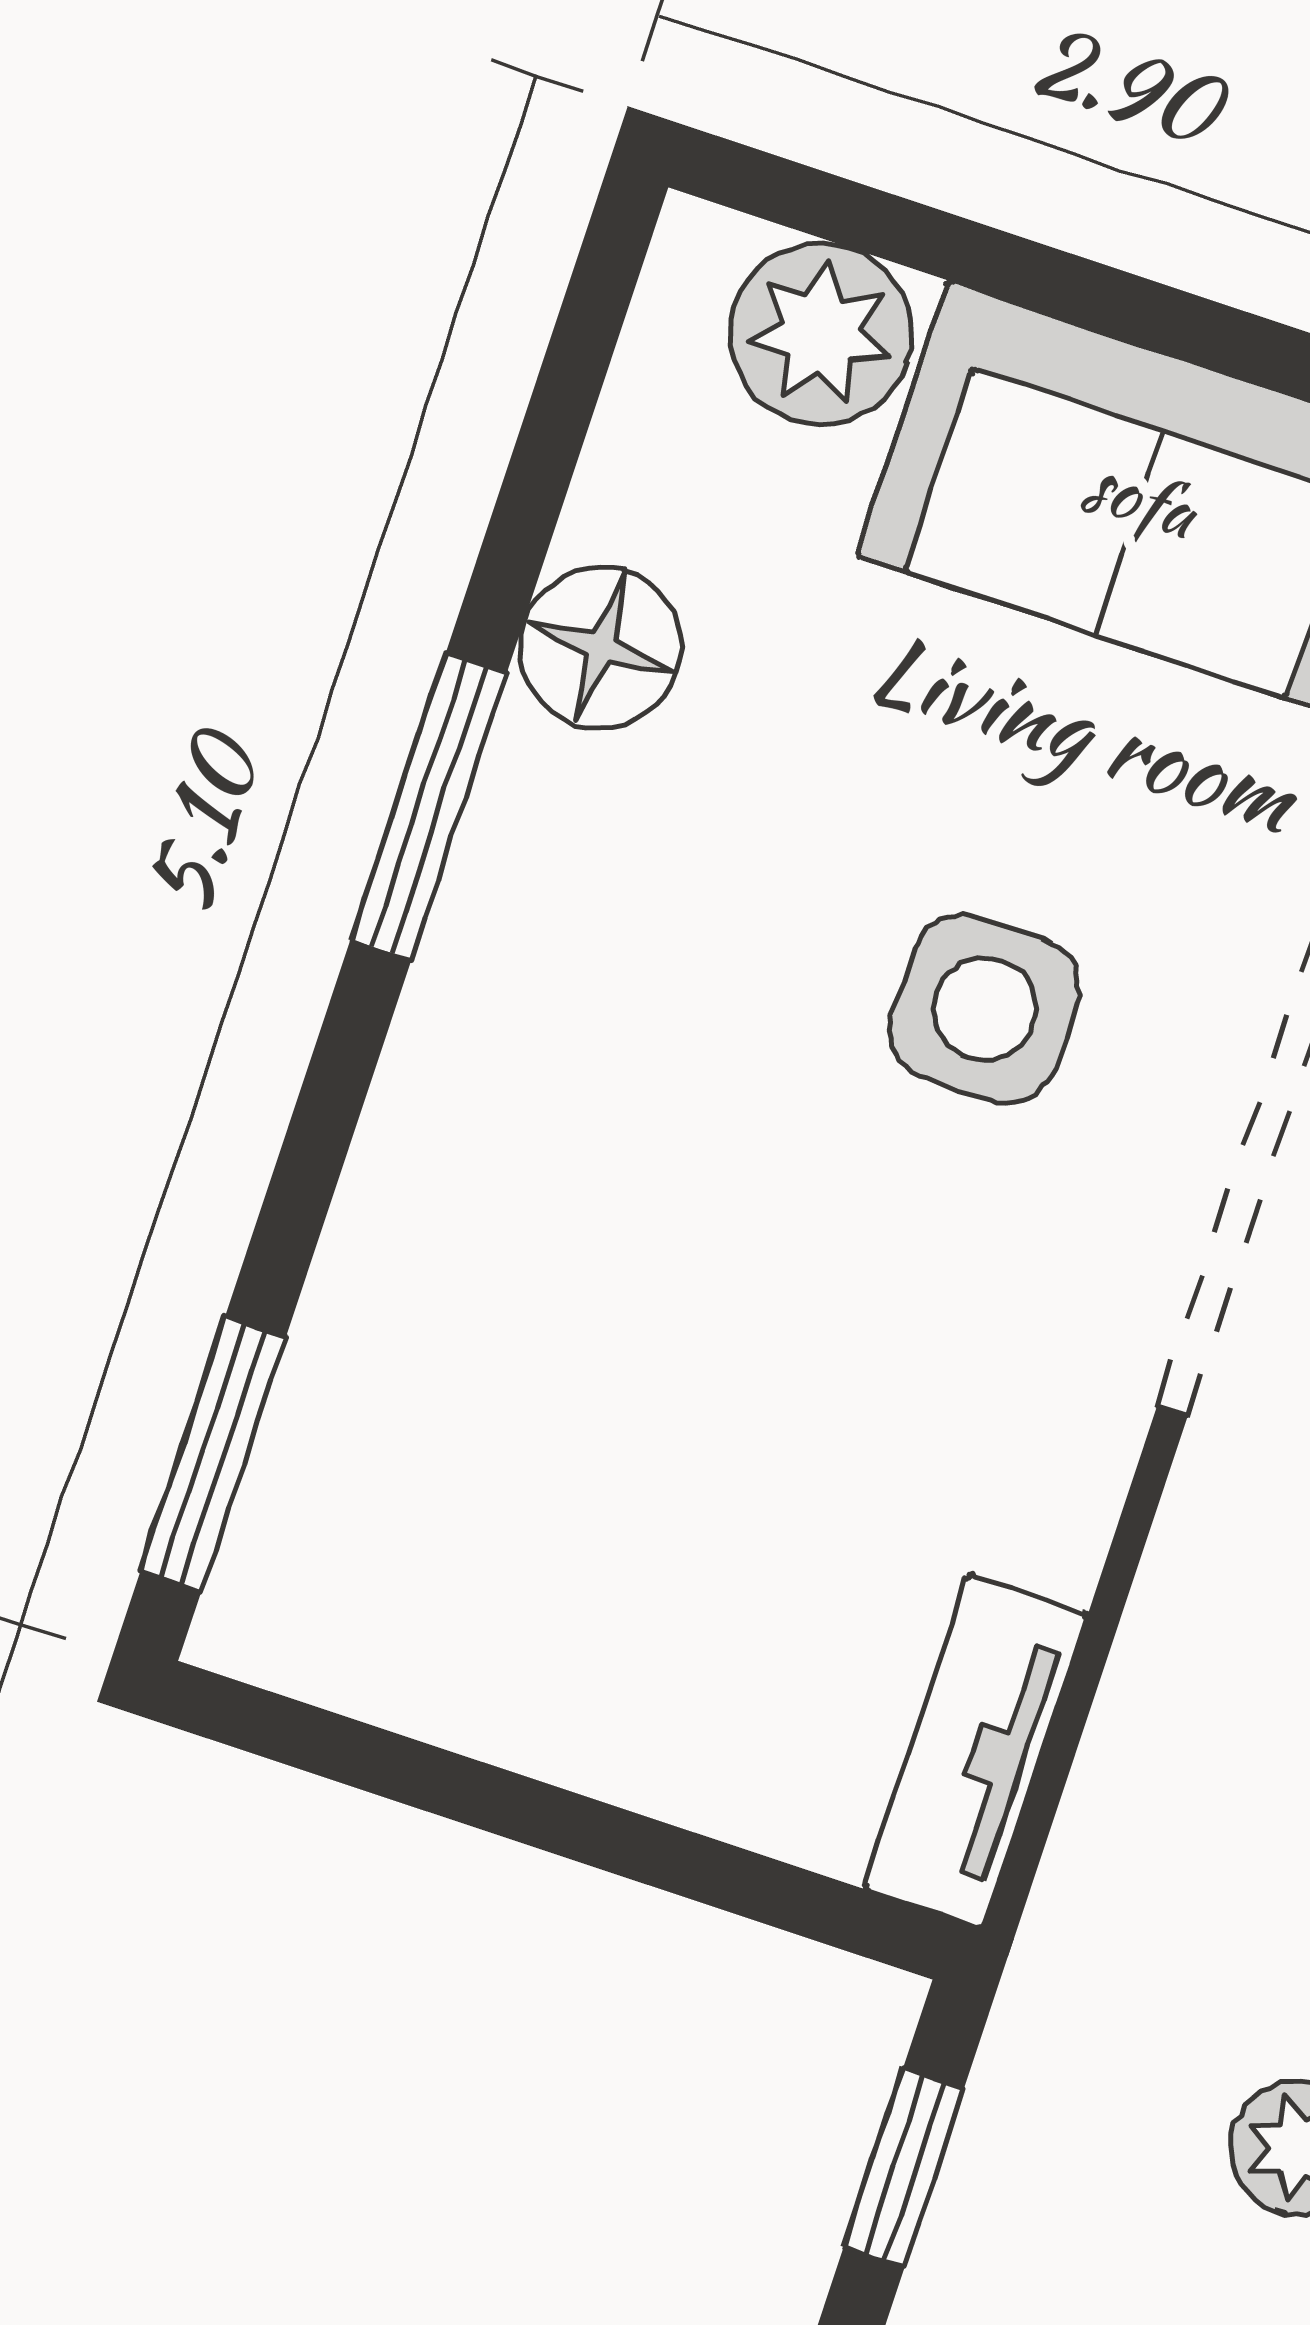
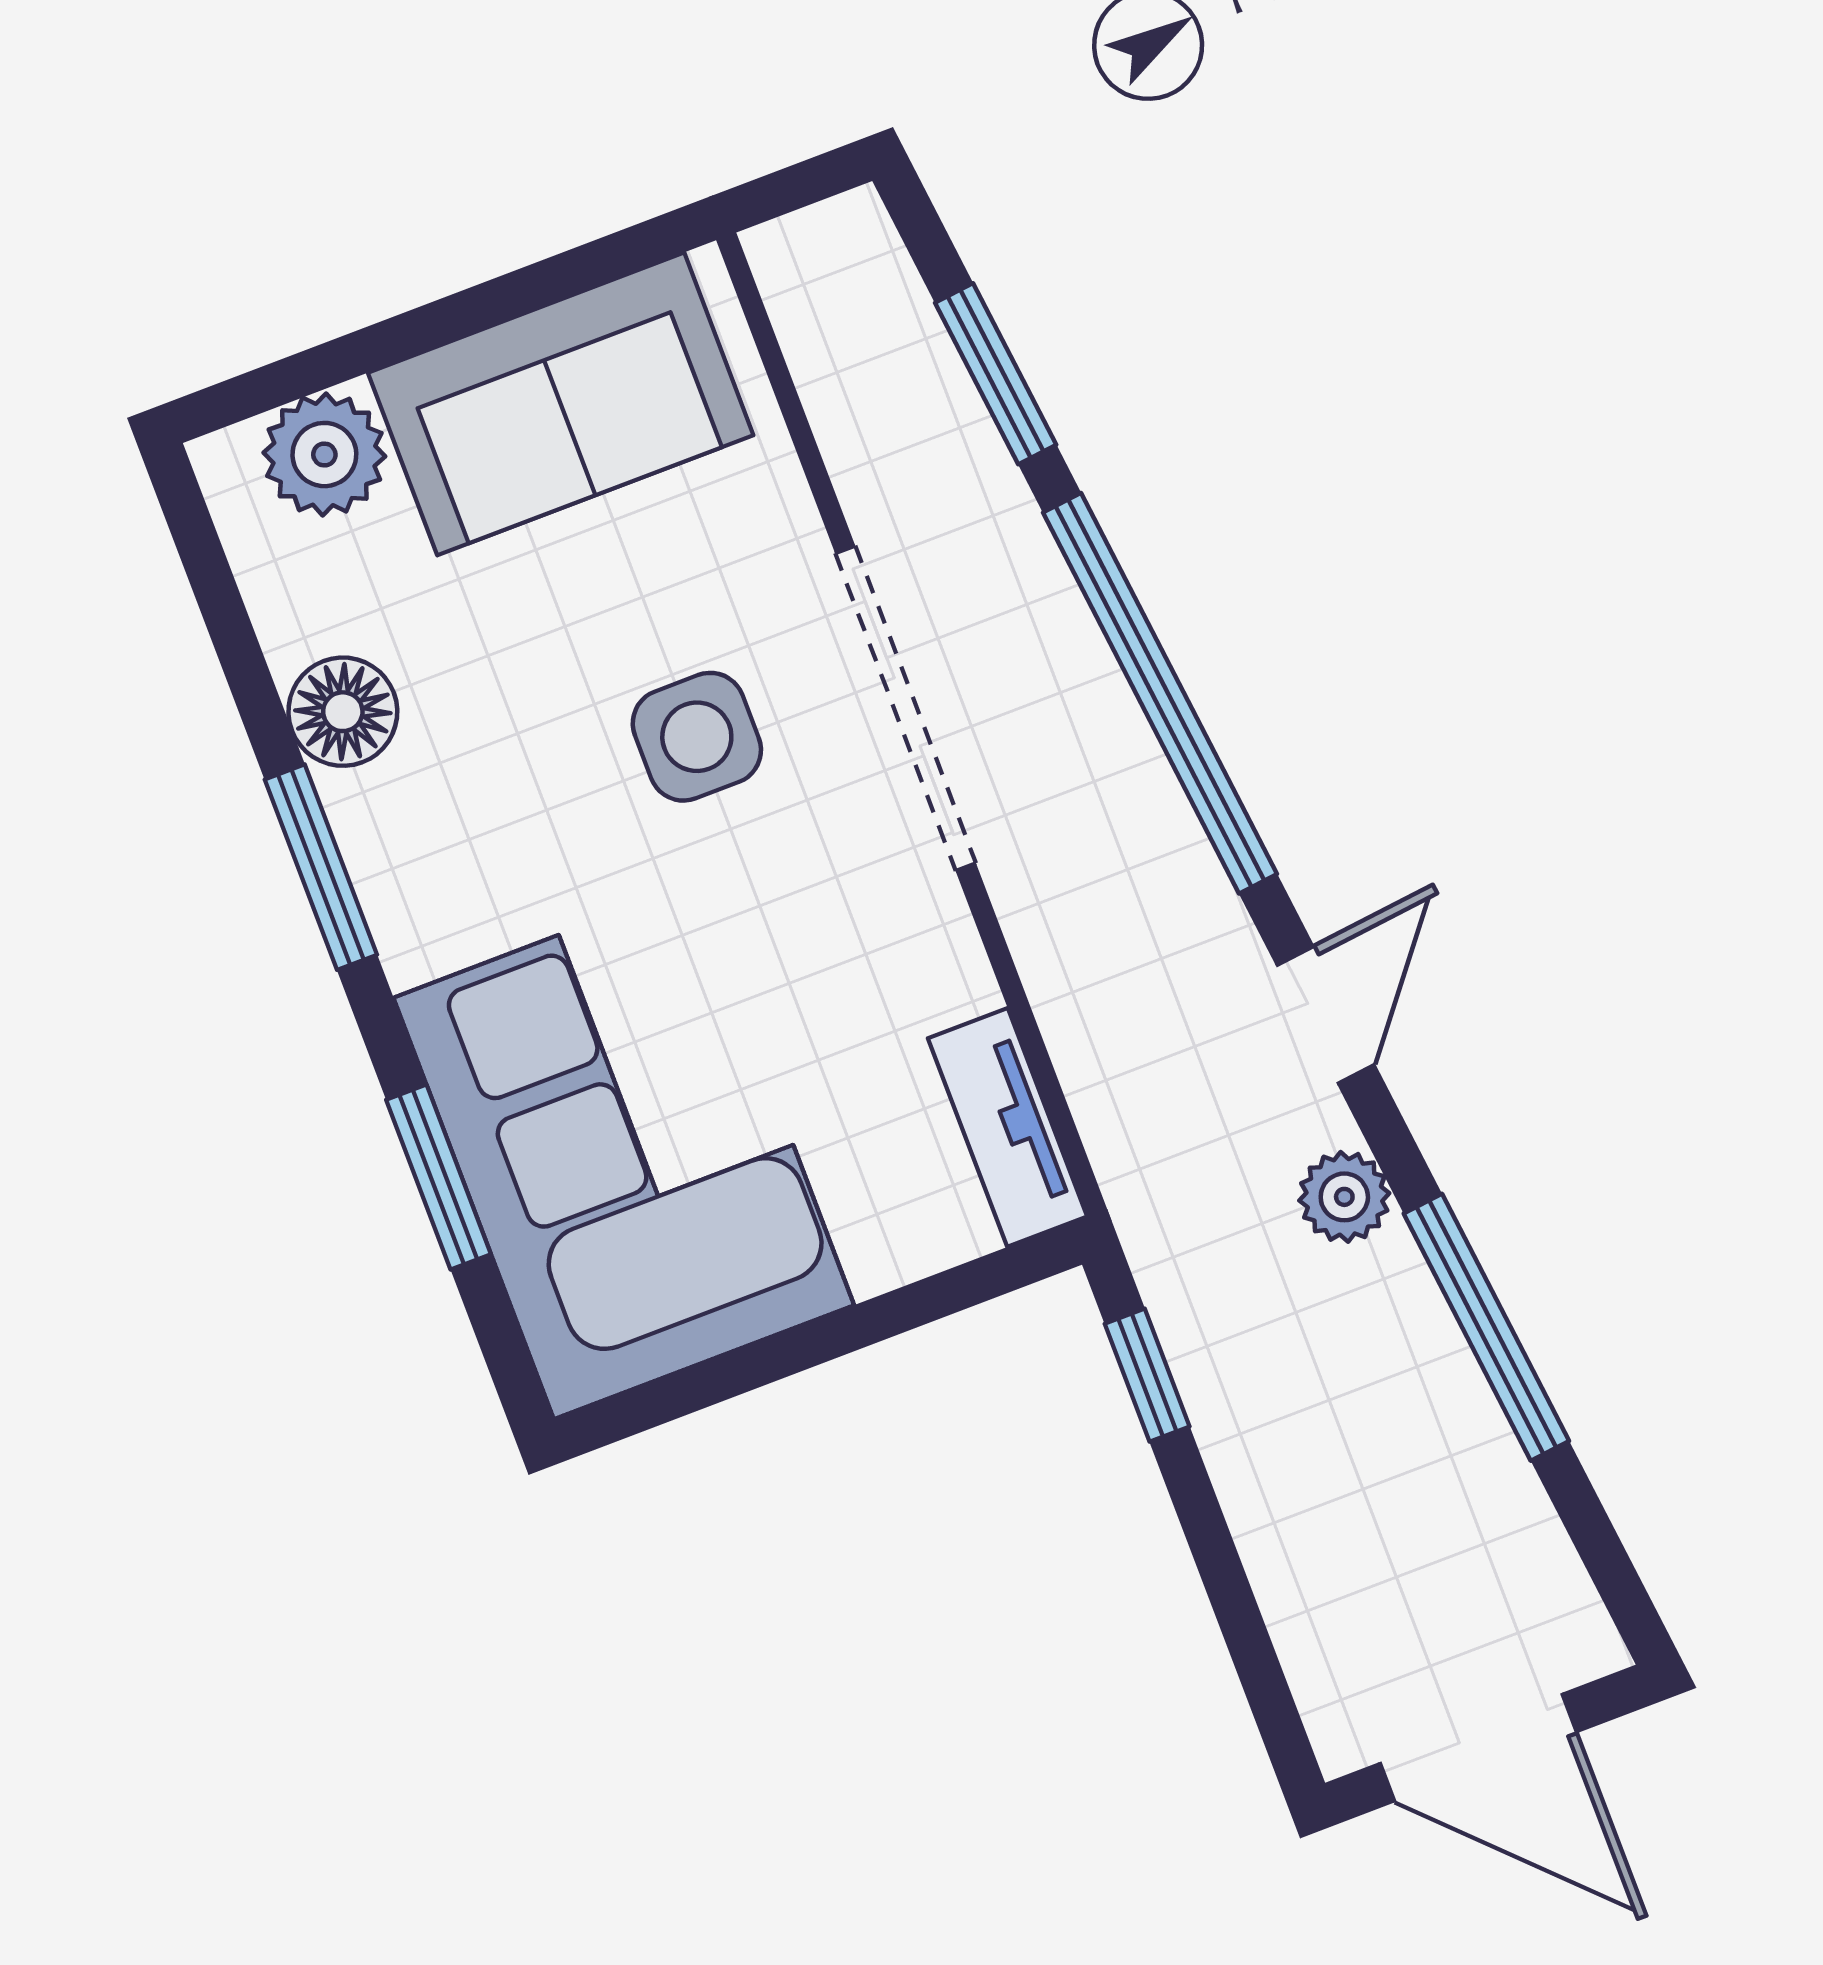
corner sofa: (511, 1418) -> (624, 1151), added
window: (213, 1454) -> (438, 1177), moved

